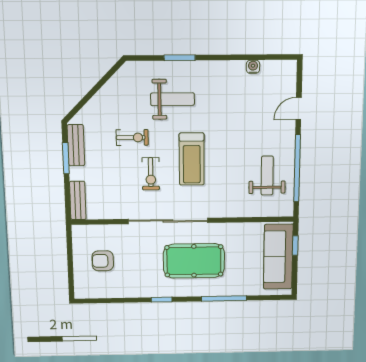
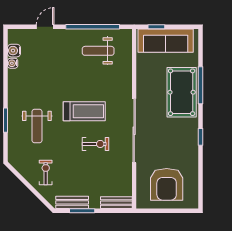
water cooler: (269, 68) -> (14, 51), added
weight bench: (173, 99) -> (37, 126), turned 180
door: (299, 109) -> (45, 27), swing flipped
exercise bike: (132, 137) -> (46, 172), moved
armchair: (103, 261) -> (167, 184), width x1.88, depth x1.88
pool table: (194, 261) -> (182, 92), moved

